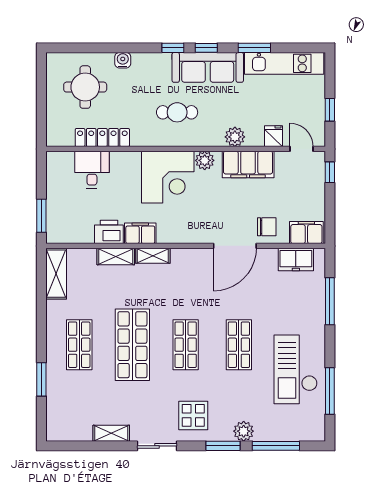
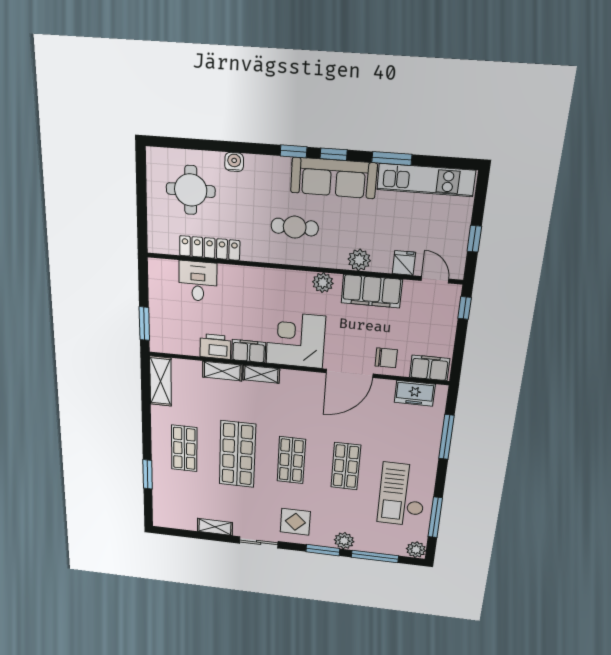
corner desk: (168, 177) -> (296, 340), moved, turned 180
plant: (316, 432) -> (416, 550), added

